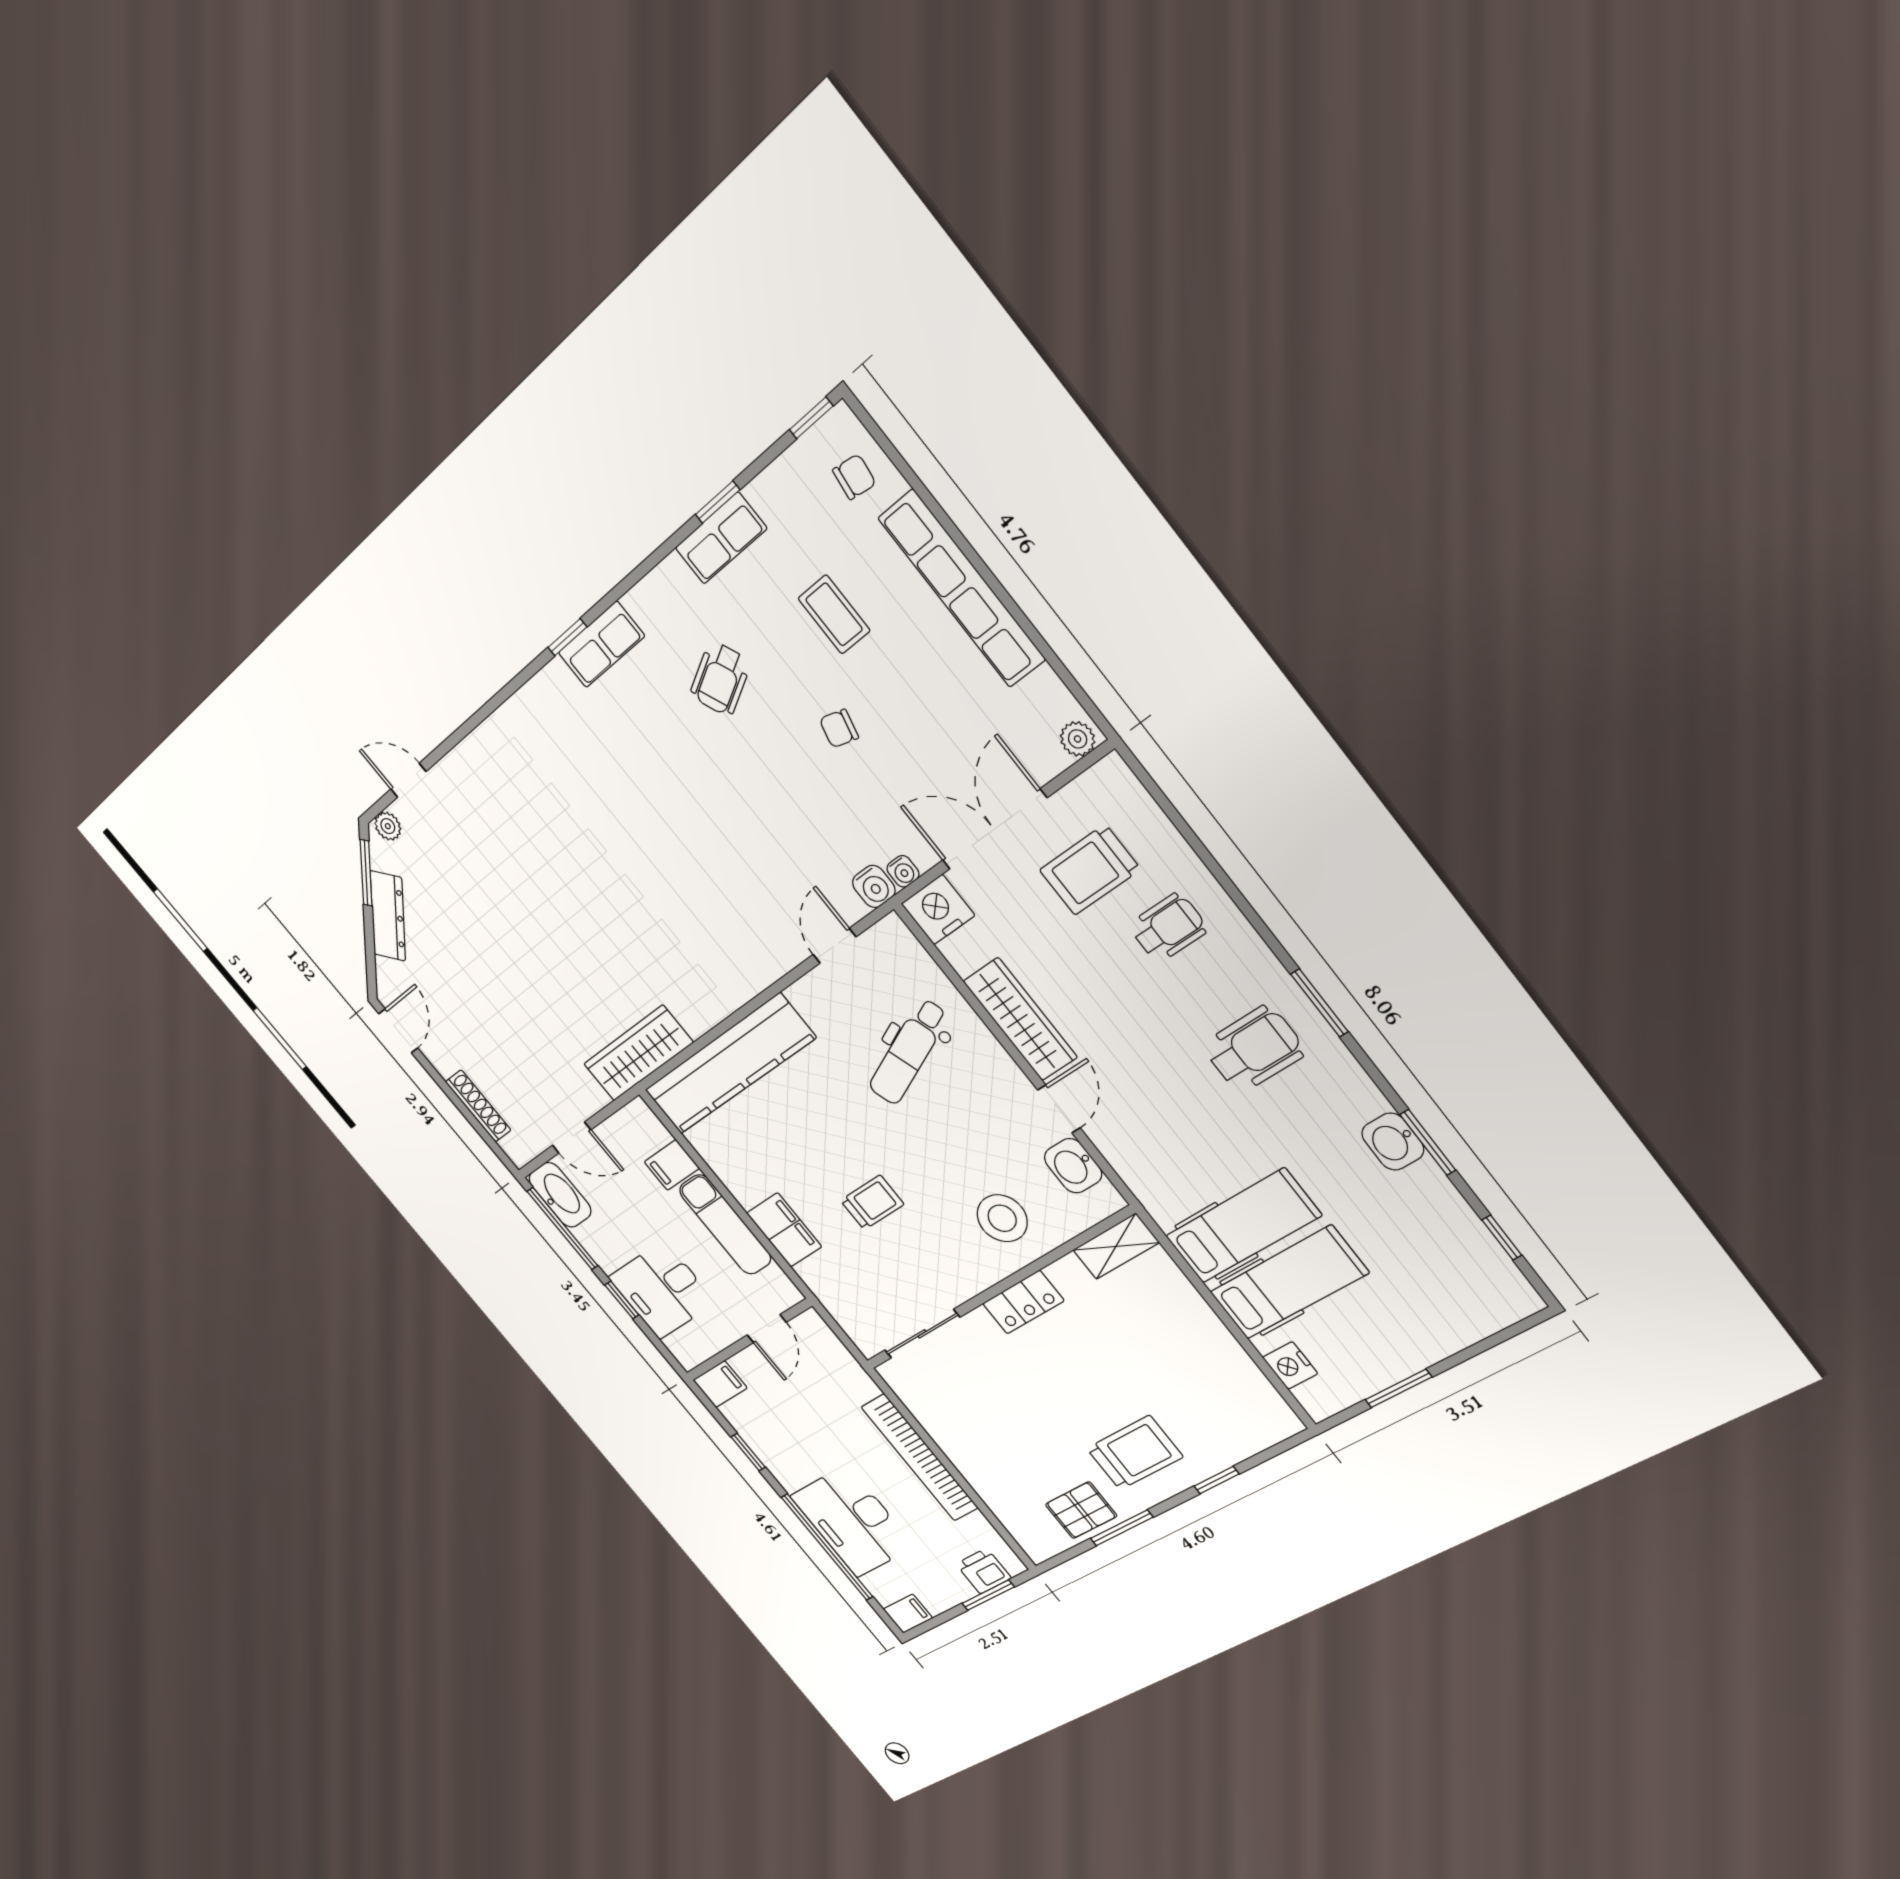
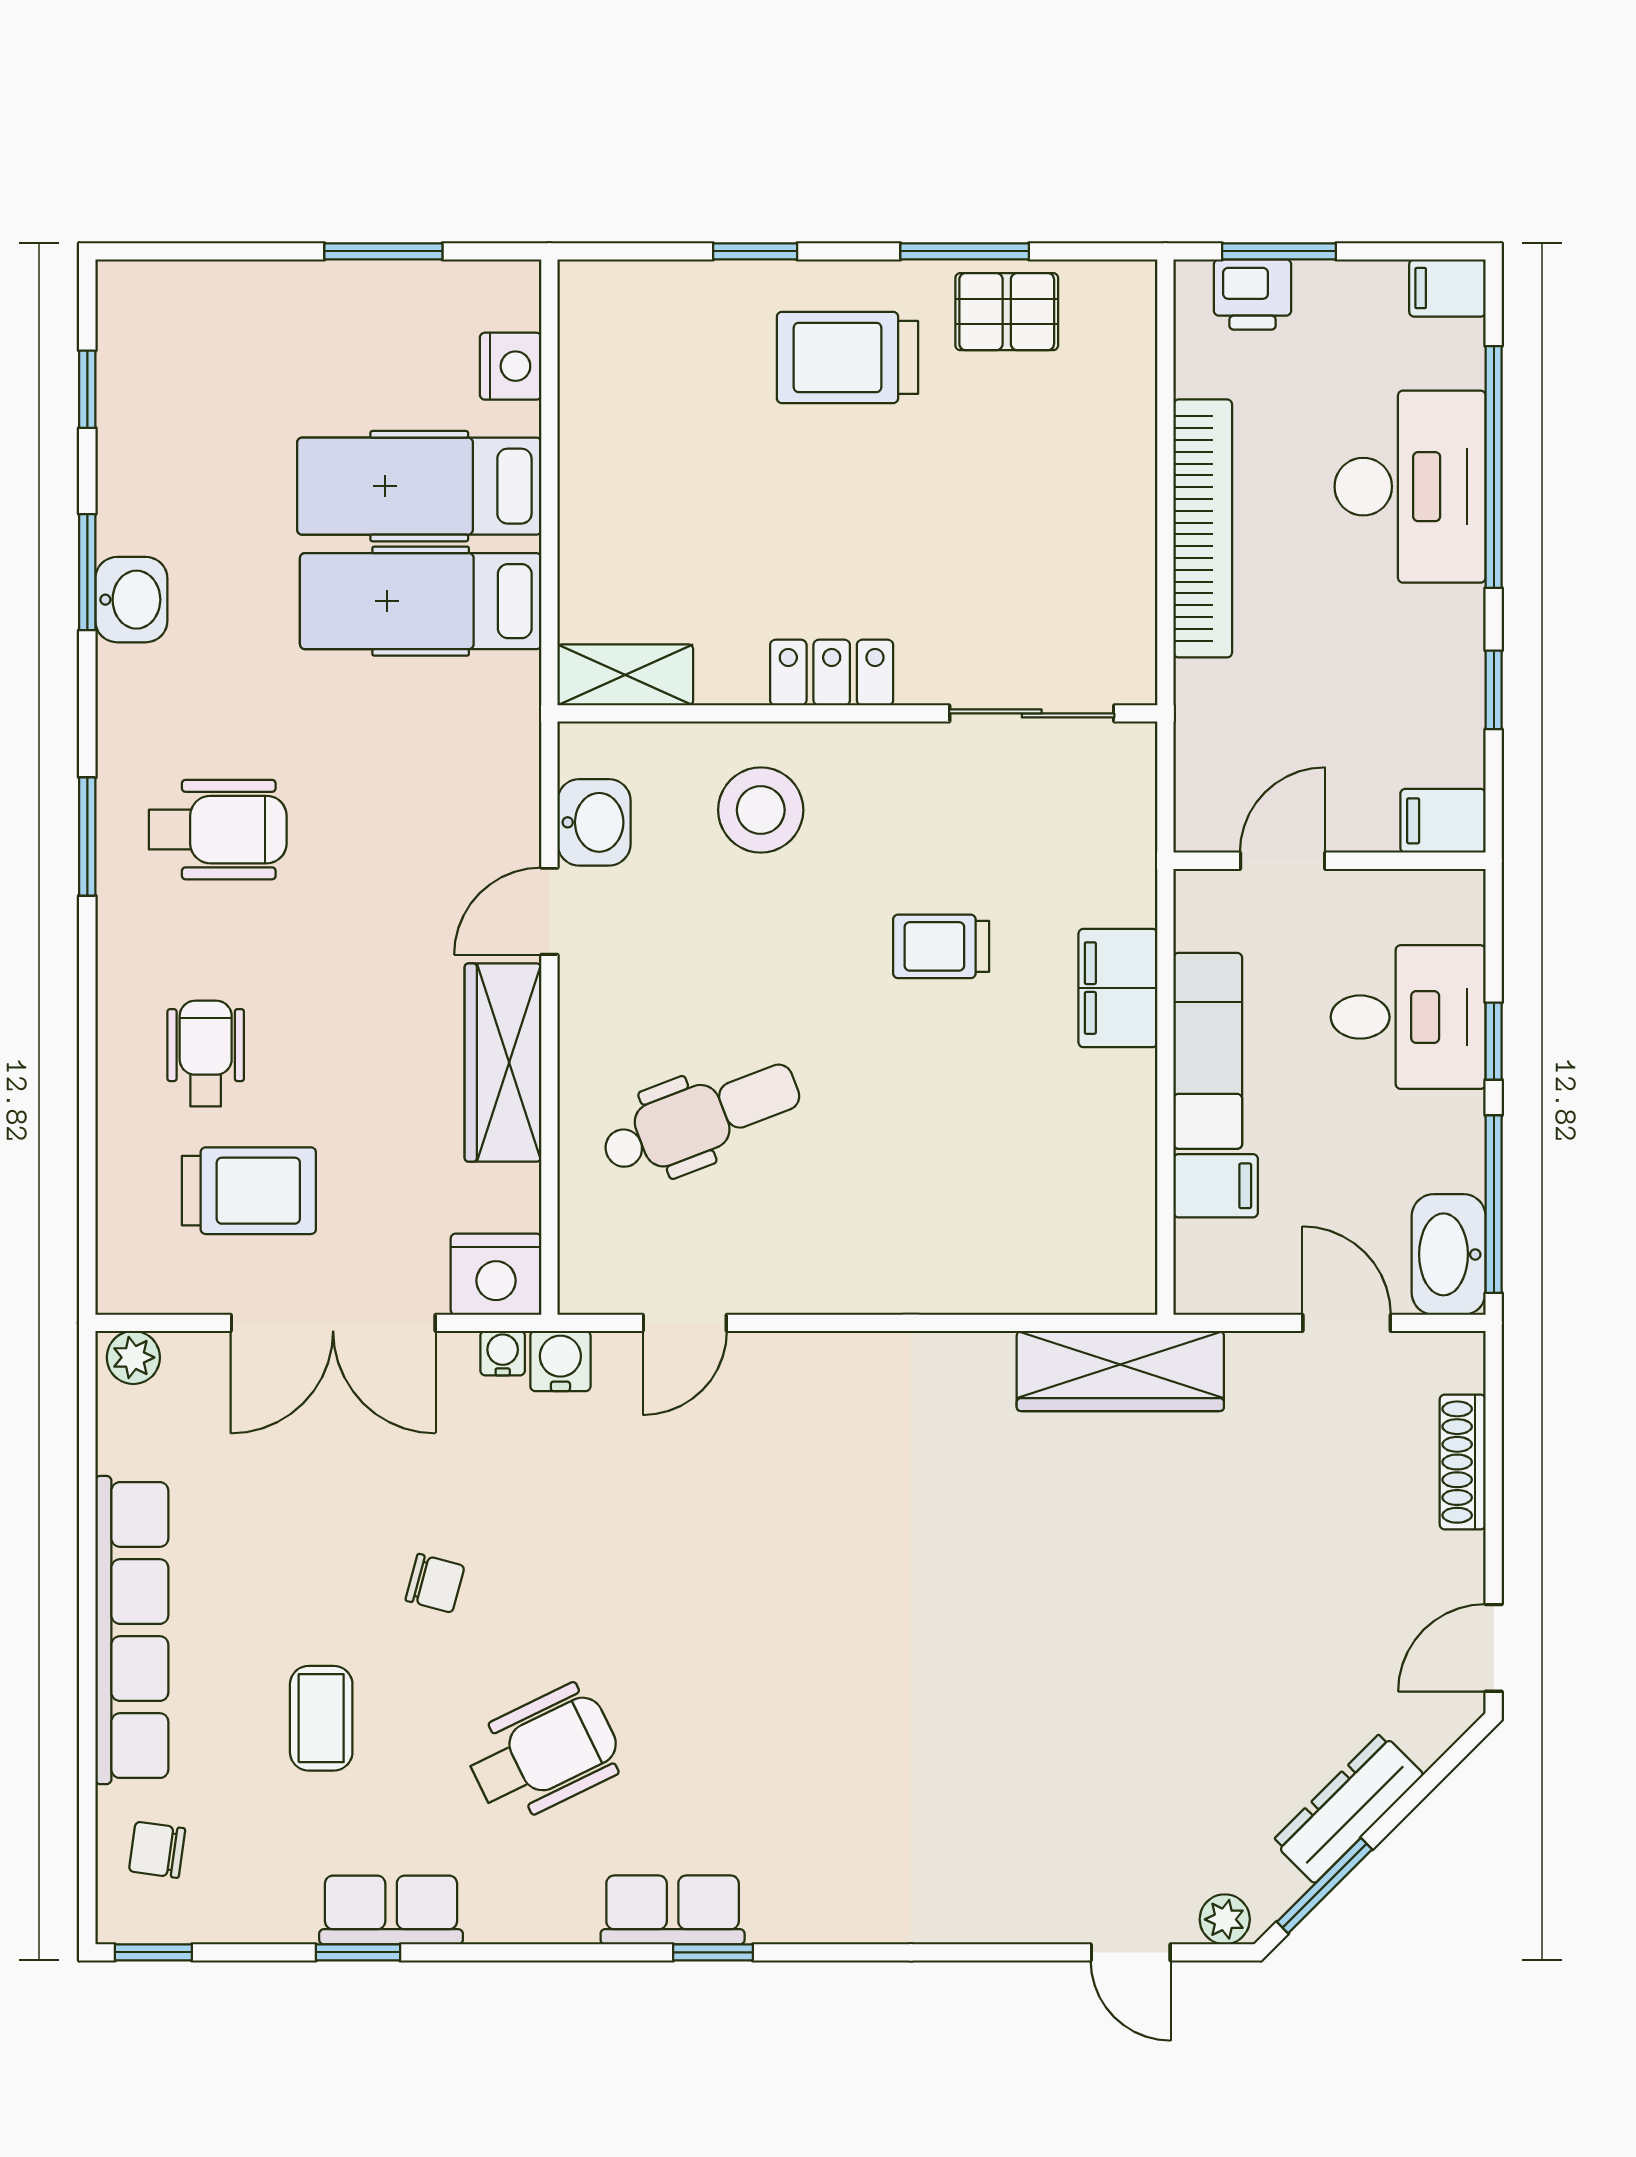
wheelchair: (720, 679) -> (543, 1753), width x1.36, depth x1.37
wheelchair: (1168, 928) -> (206, 1054), turned 90
wheelchair: (1254, 1049) -> (218, 830), turned 180
kitchen counter: (729, 1064) -> (989, 1268), removed

